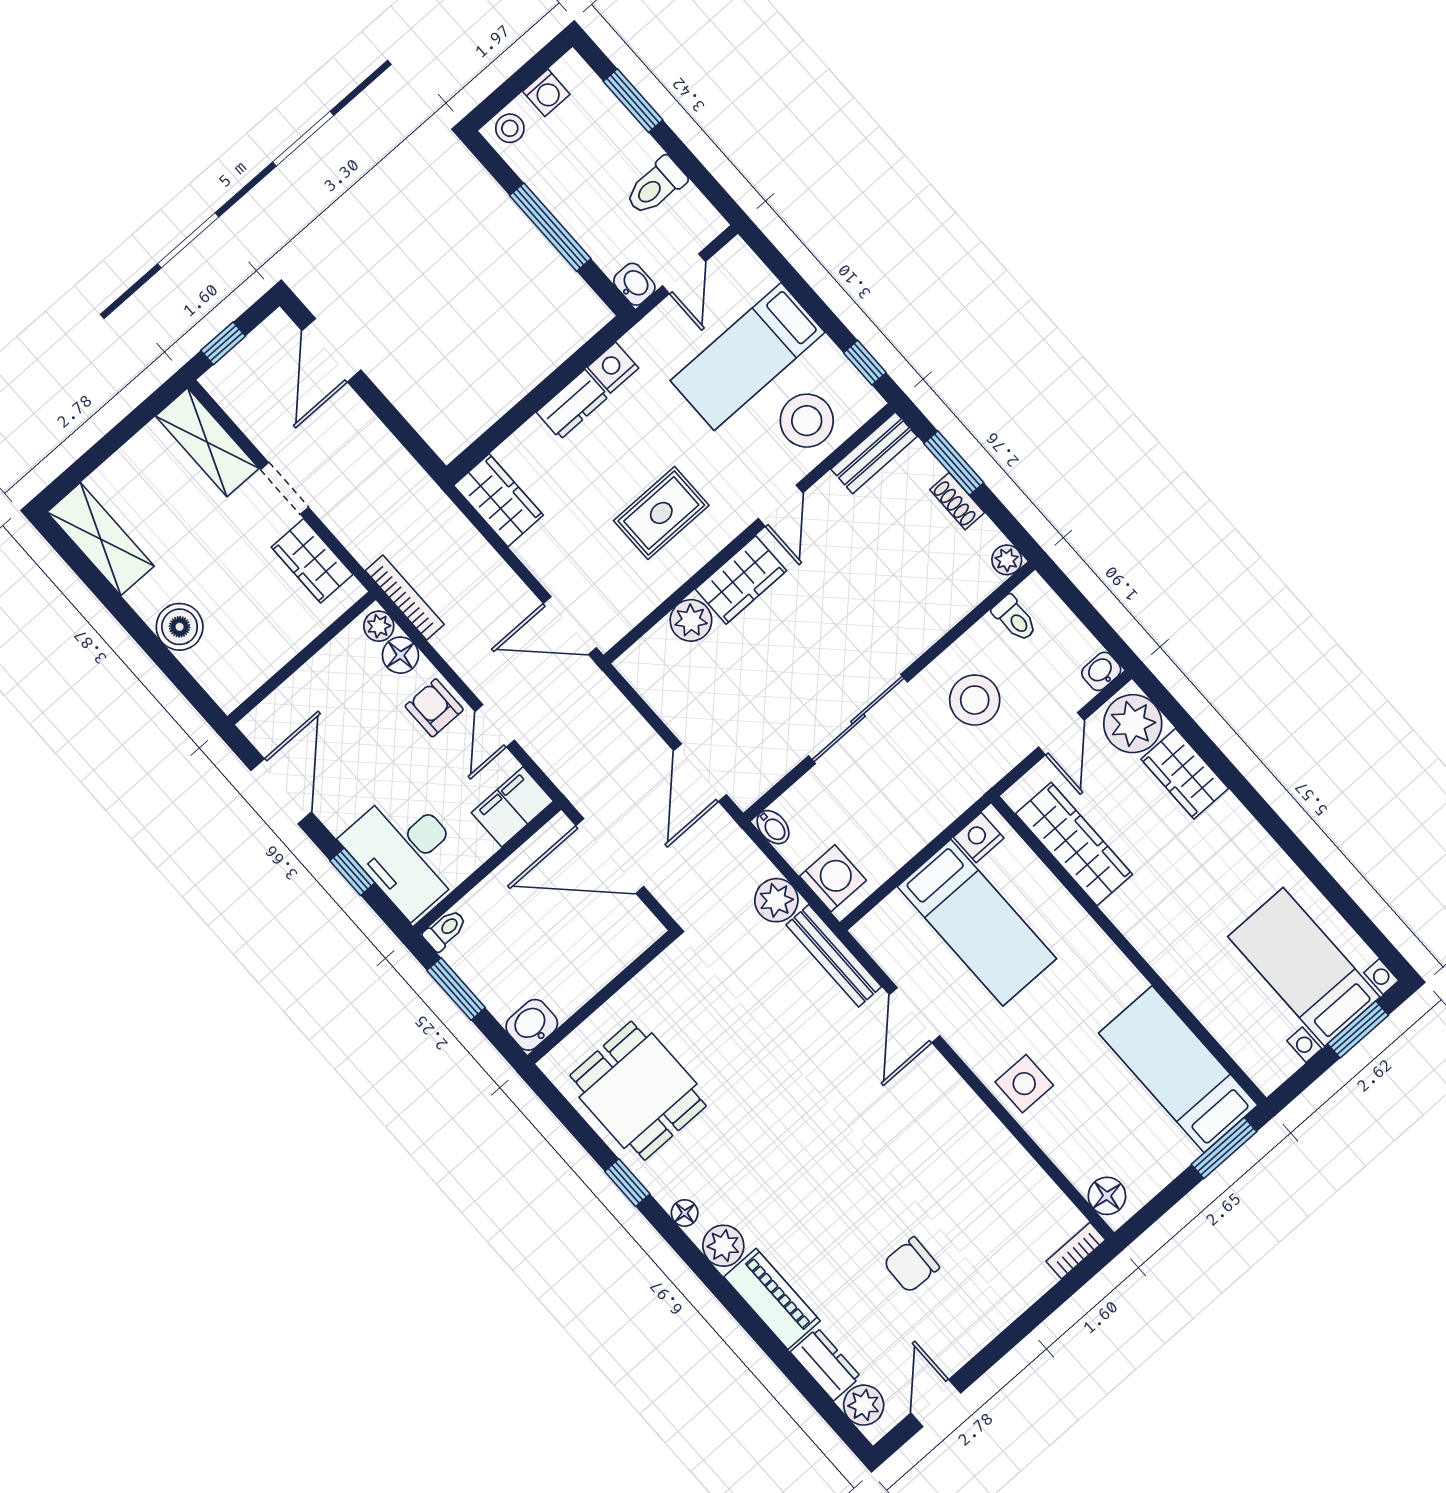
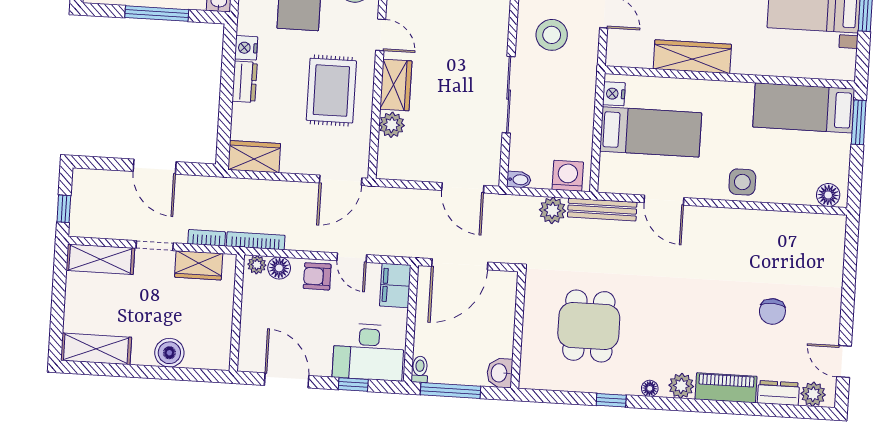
door: (331, 350) -> (155, 167), moved
rug: (661, 513) -> (331, 91), width x1.36, depth x1.43
wardrobe: (1074, 844) -> (692, 57), moved
window: (456, 989) -> (451, 390), width x1.44
dining table: (638, 1091) -> (589, 326), moved, turned 90
bookcase: (1076, 1251) -> (207, 238), moved, turned 90

